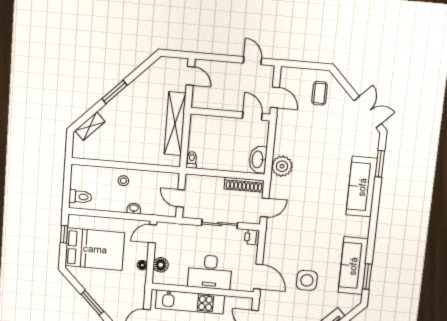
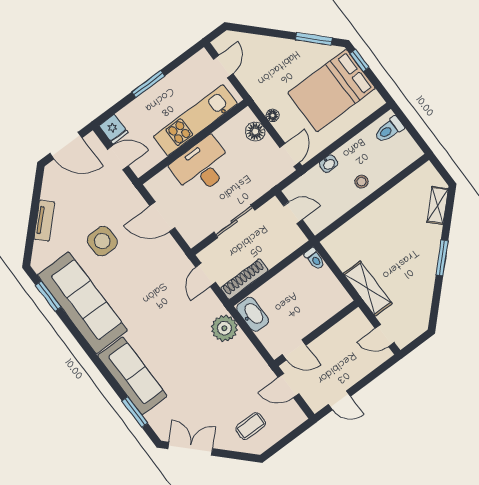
coffee table: (320, 93) -> (251, 426), turned 90
double door: (368, 112) -> (190, 449), swing flipped
shelving: (175, 124) -> (368, 288), width x0.68
window: (64, 234) -> (359, 60), moved
printer: (252, 237) -> (192, 236), removed
sofa: (353, 266) -> (82, 303), width x1.36, depth x1.27
door: (258, 277) -> (162, 217), moved
window: (92, 303) -> (314, 39), moved

